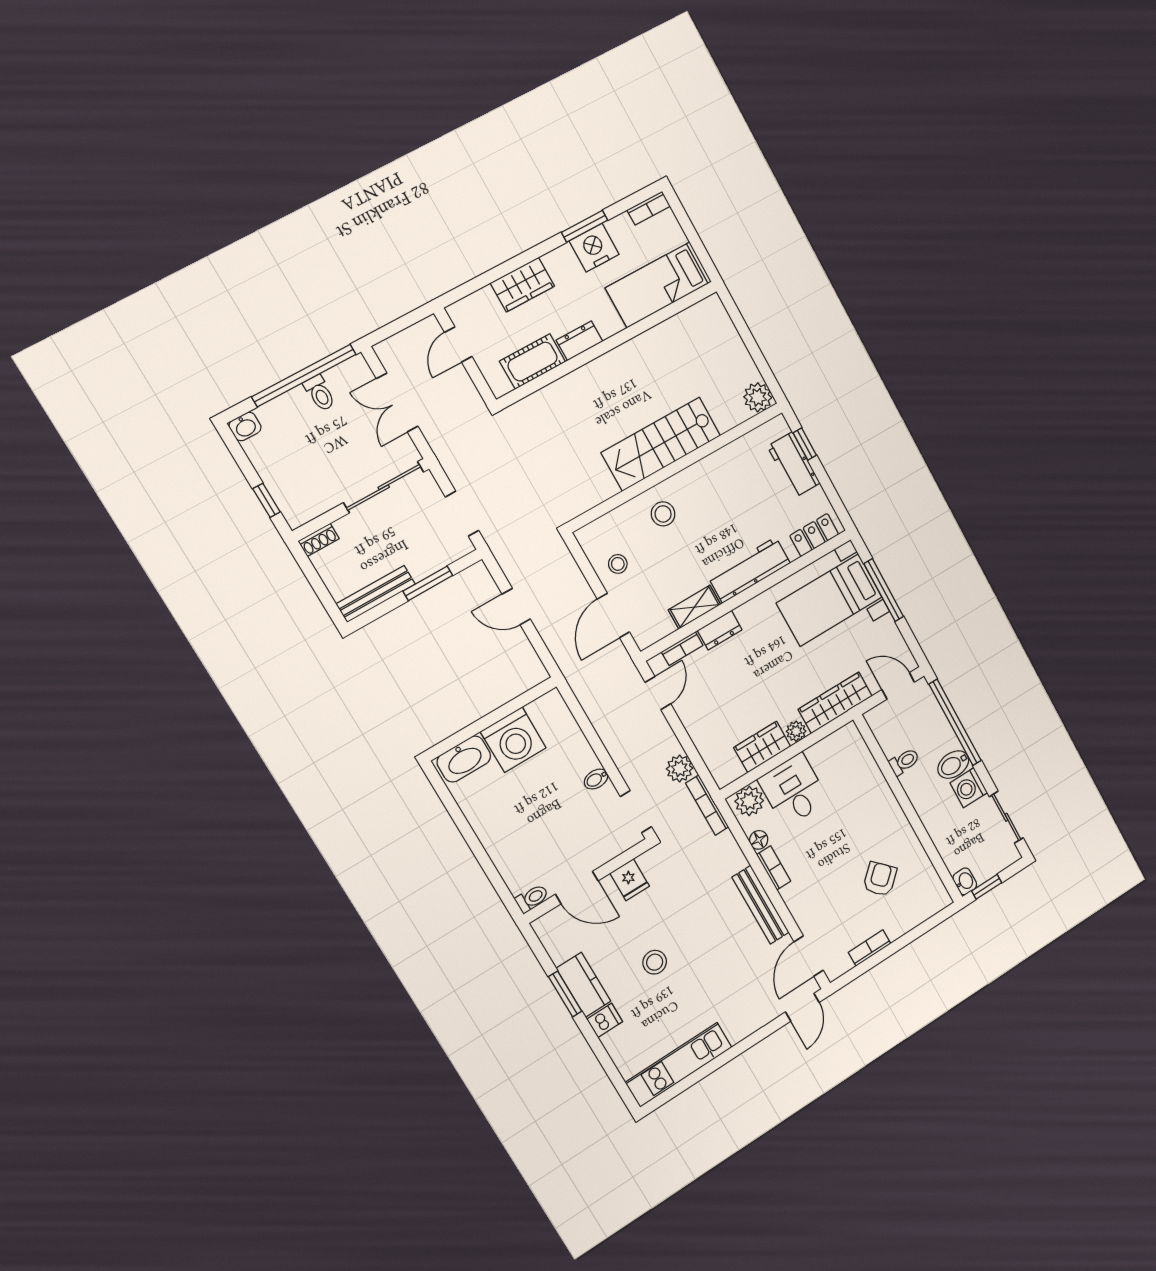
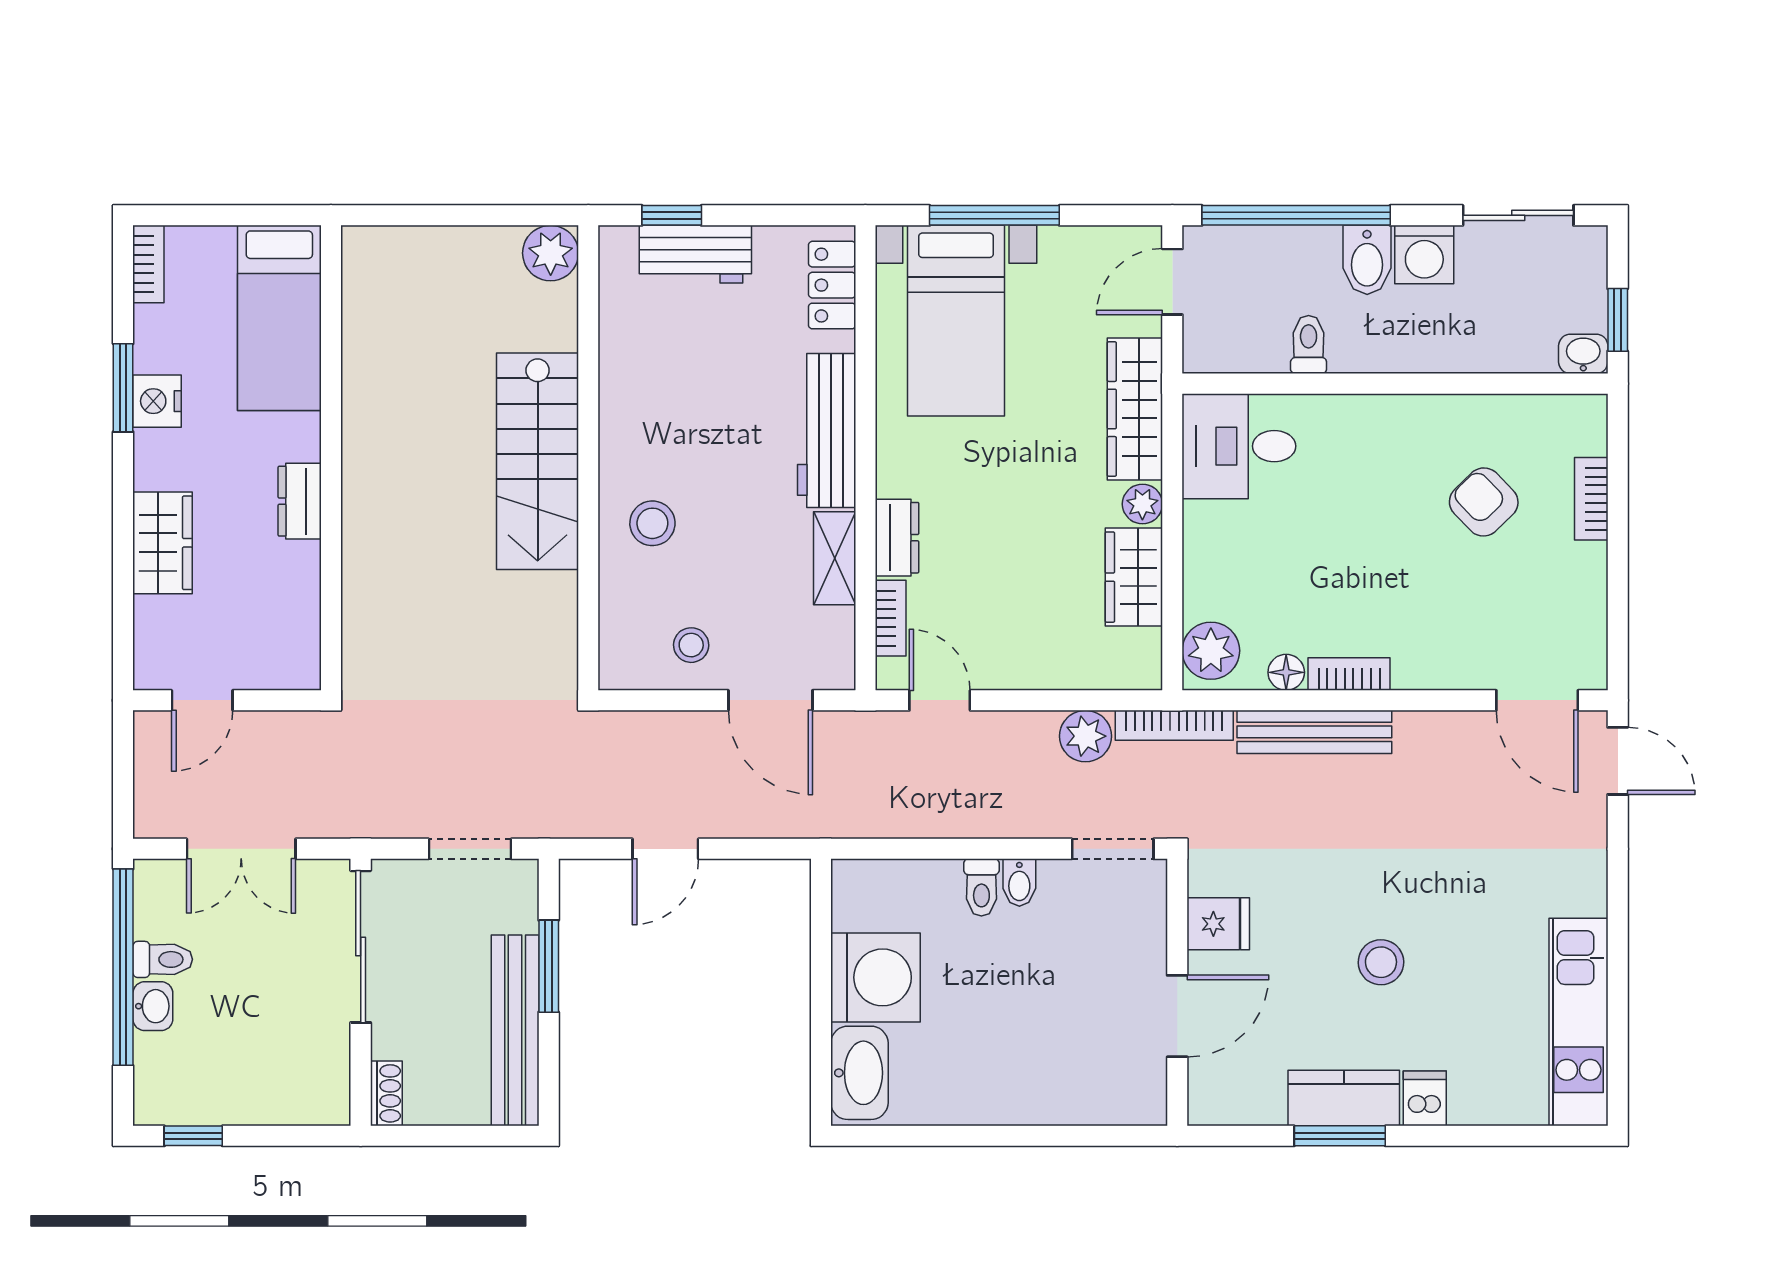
nightstand: (594, 248) -> (157, 401), width x0.74, depth x0.75
door: (458, 344) -> (202, 700), hinge flipped
cot: (533, 362) -> (292, 597), removed
washbasin: (245, 427) -> (153, 1006), moved
window: (266, 500) -> (193, 1136), moved
bench: (376, 594) -> (515, 1030), width x1.37, depth x1.21
desk: (793, 790) -> (1239, 446), moved
toilet: (532, 898) -> (981, 887), moved, turned 180
bench: (761, 905) -> (1314, 732), moved
bookcase: (870, 948) -> (1591, 499), moved

